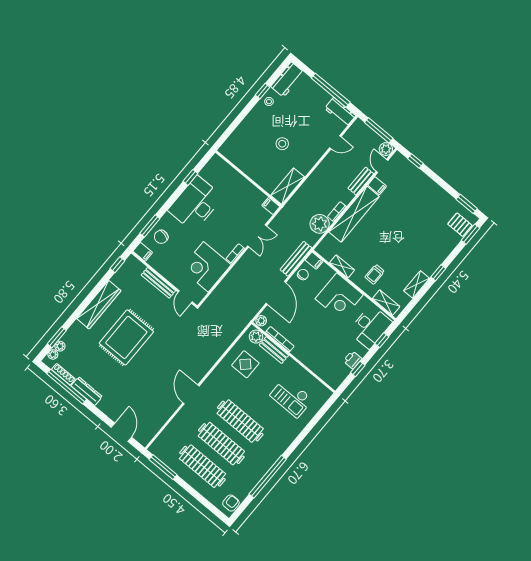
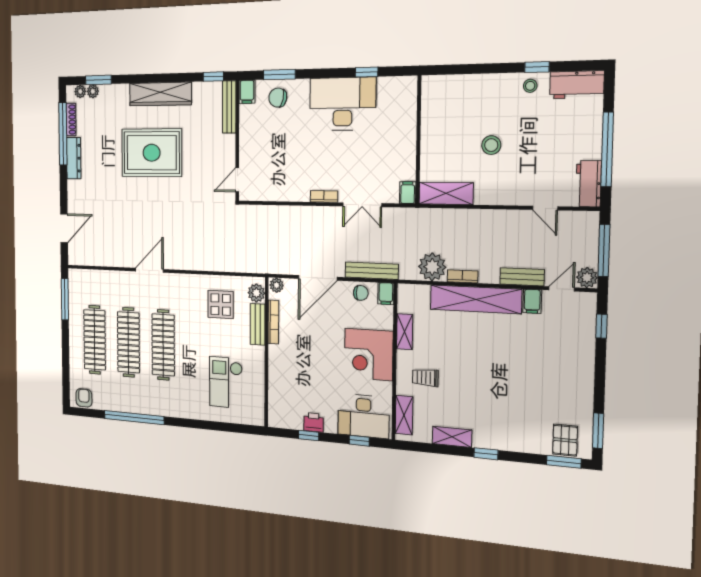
corner desk: (206, 267) -> (285, 175), removed
bench: (158, 283) -> (229, 107), moved
armchair: (231, 503) -> (84, 398), turned -90

